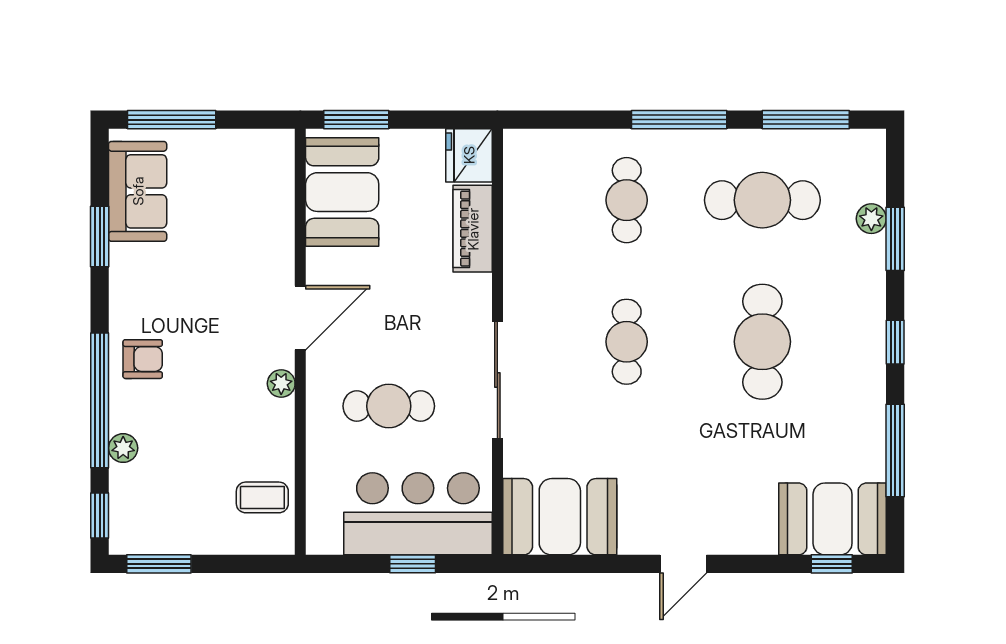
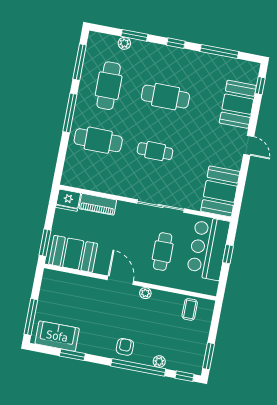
cafe table: (627, 200) -> (98, 140), width x1.37, depth x1.35
booth: (833, 519) -> (238, 104), moved

